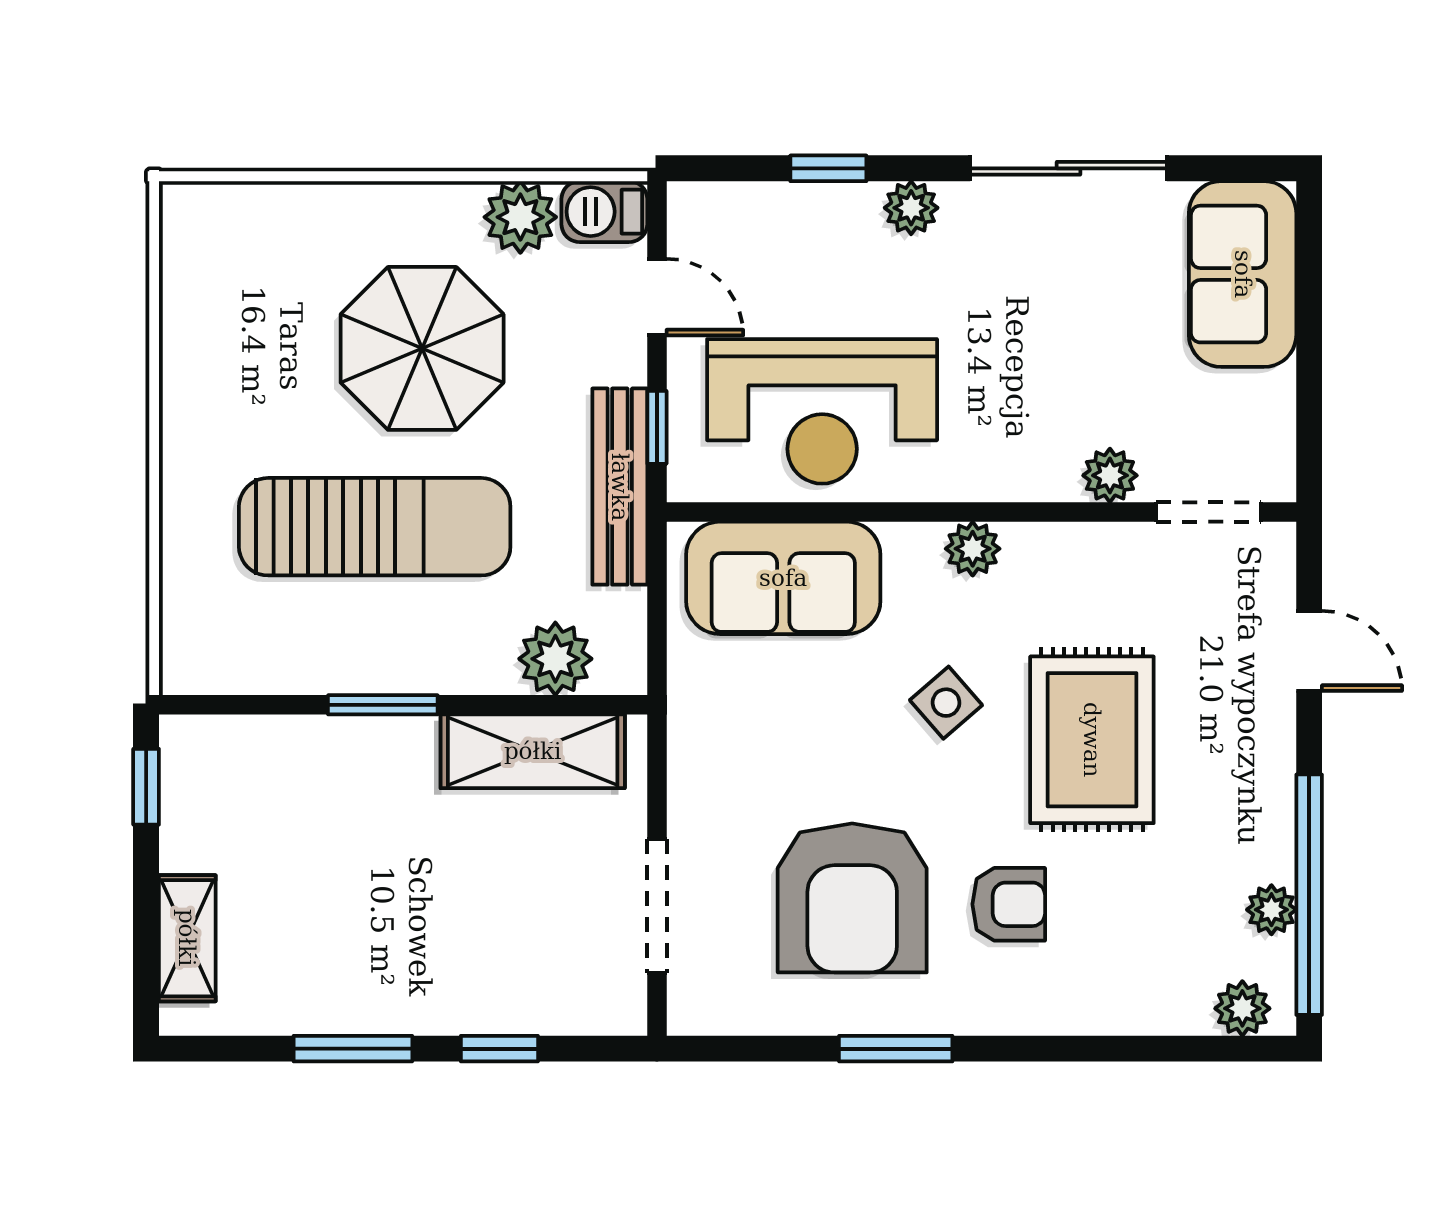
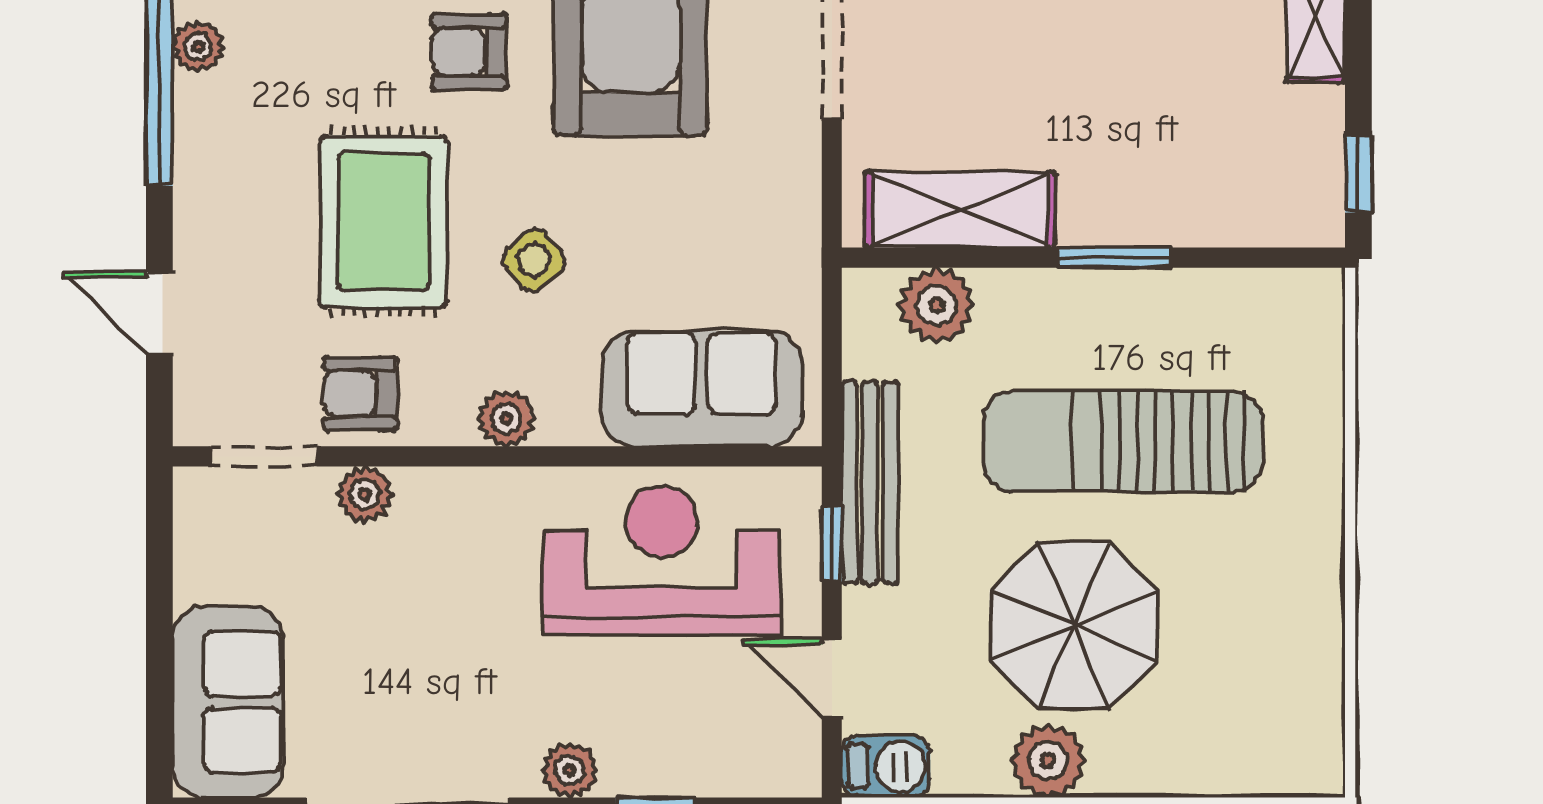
plant: (520, 217) -> (1048, 760), moved
armchair: (1114, 573) -> (360, 394), added

